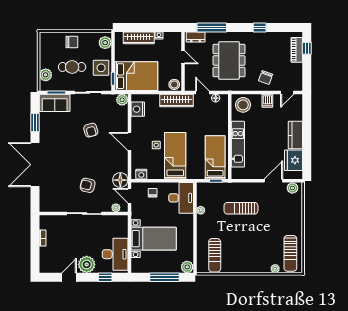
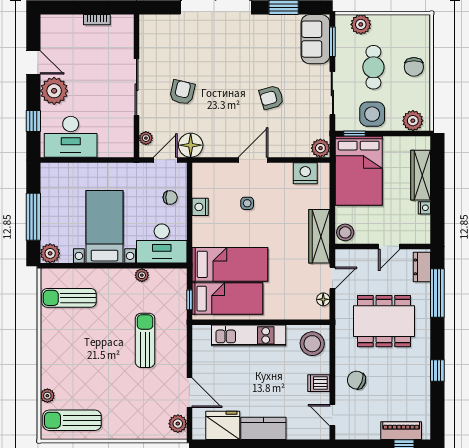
bed: (175, 156) -> (230, 264), moved
nightstand: (141, 174) -> (200, 207), moved
bed with nightstands: (154, 239) -> (104, 227), moved, turned 180

